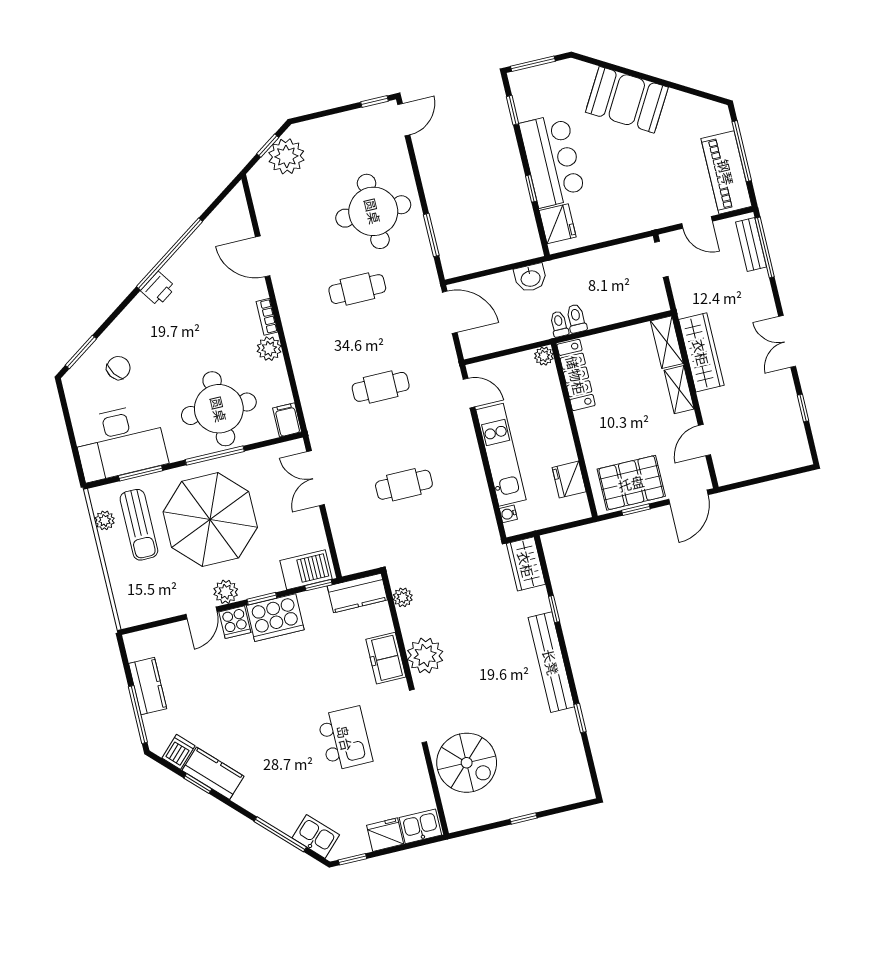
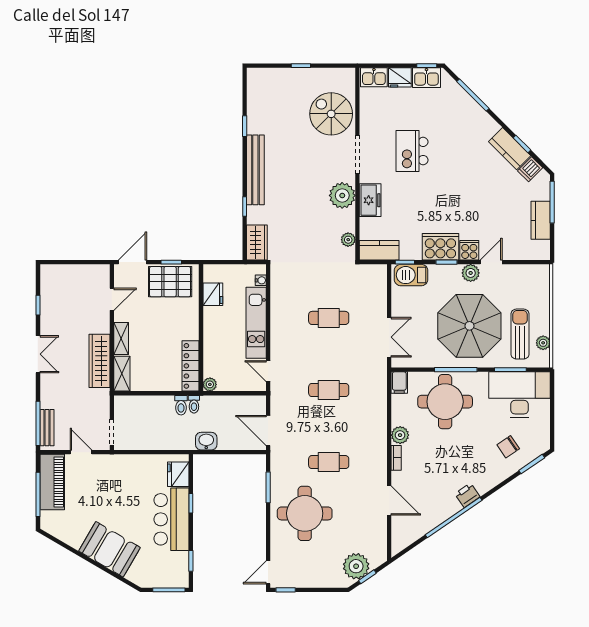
kitchen sink: (316, 836) -> (426, 78), moved, turned -45

